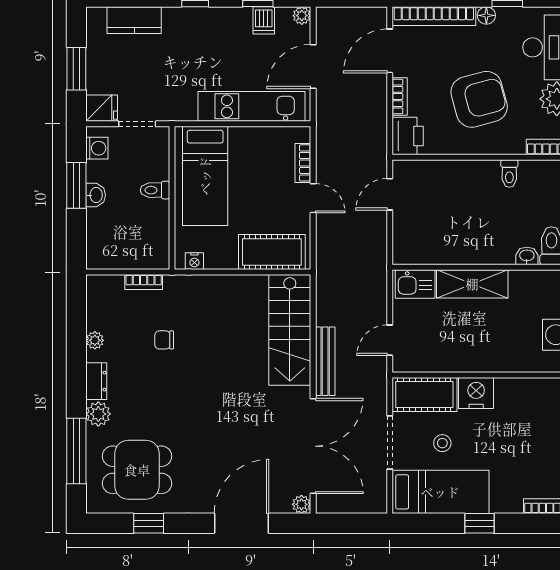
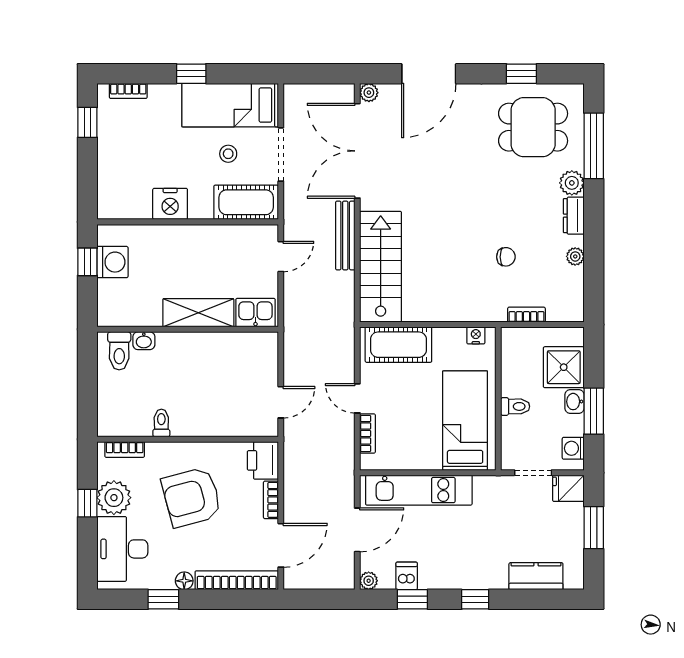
shower: (106, 229) -> (564, 367), added
nightstand: (476, 393) -> (170, 204), moved

